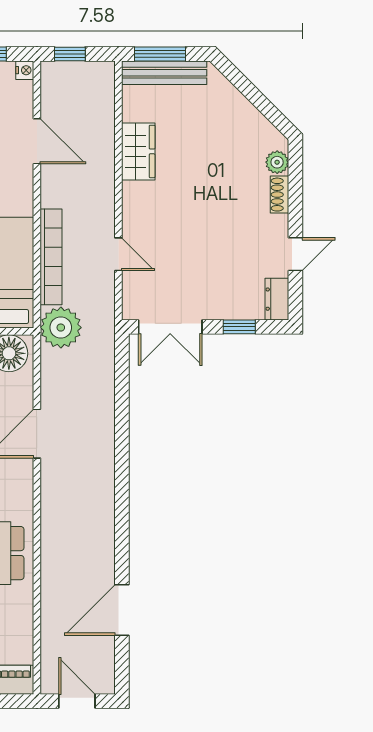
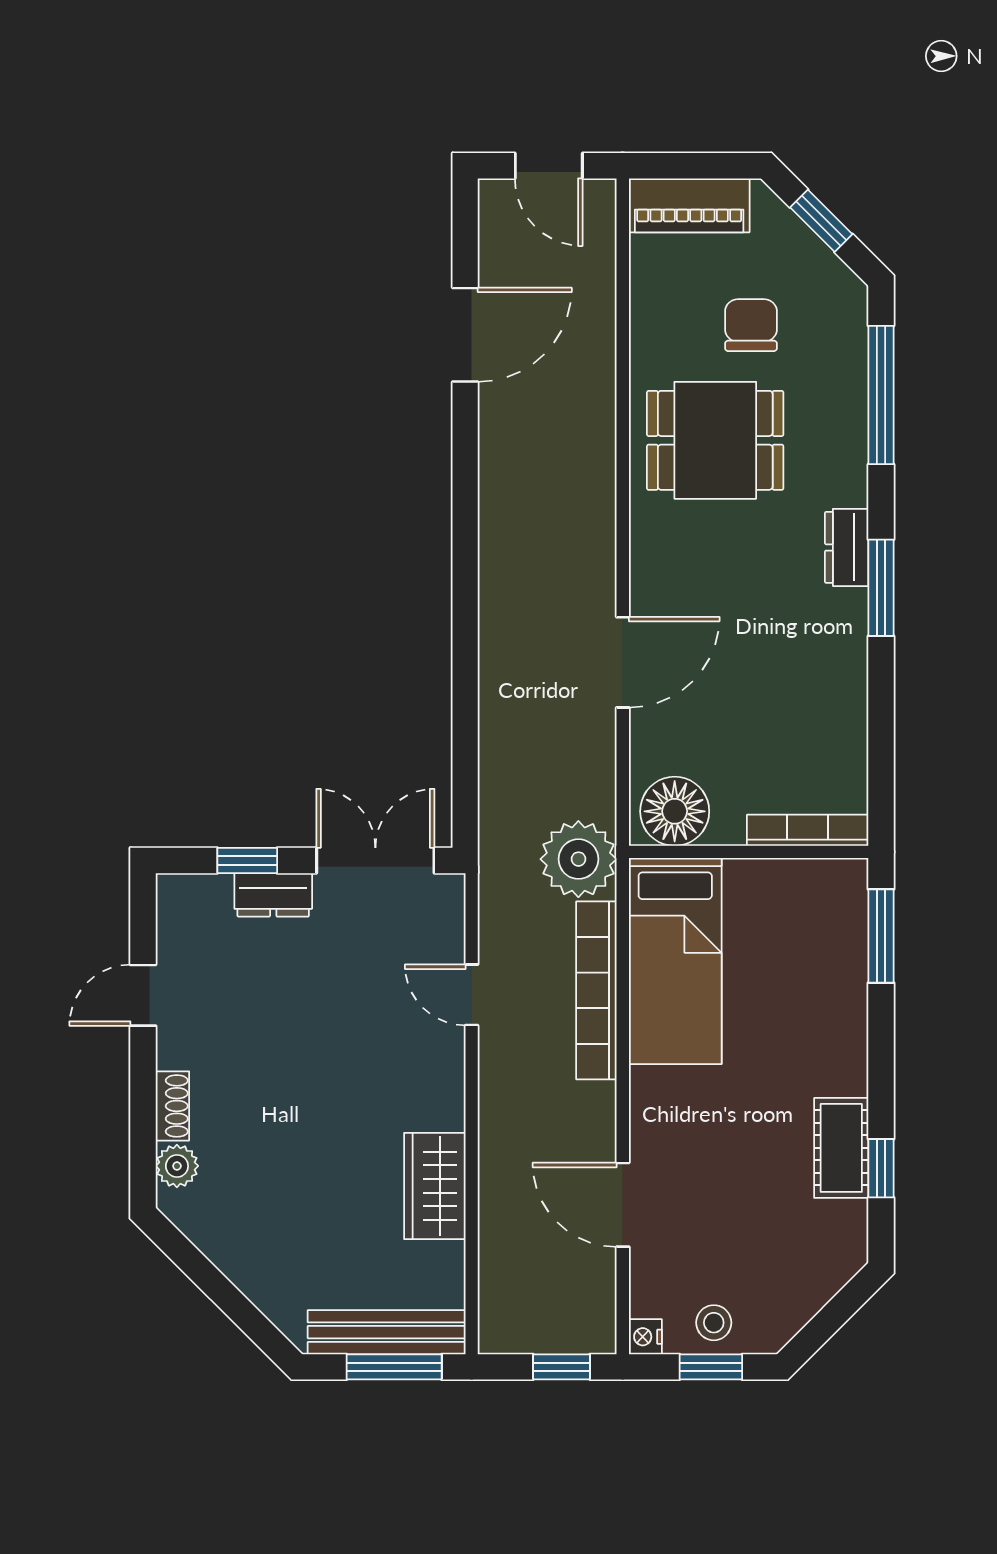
dresser: (277, 299) -> (273, 895), moved, turned 90

